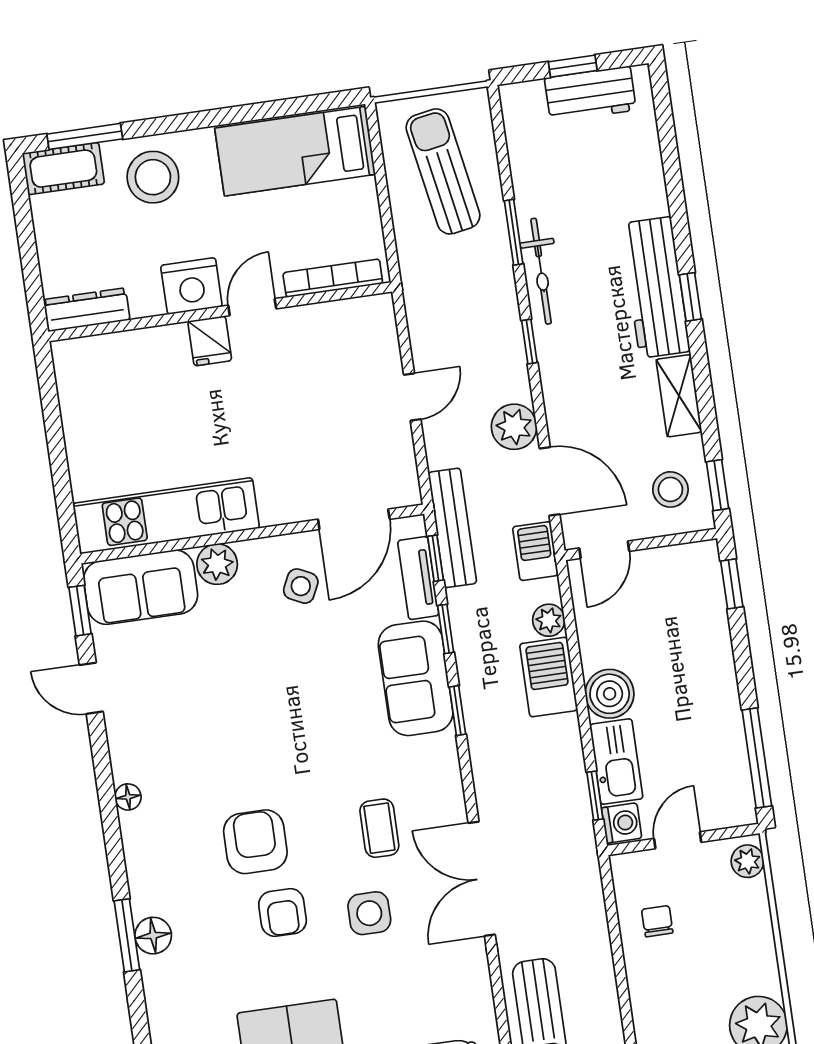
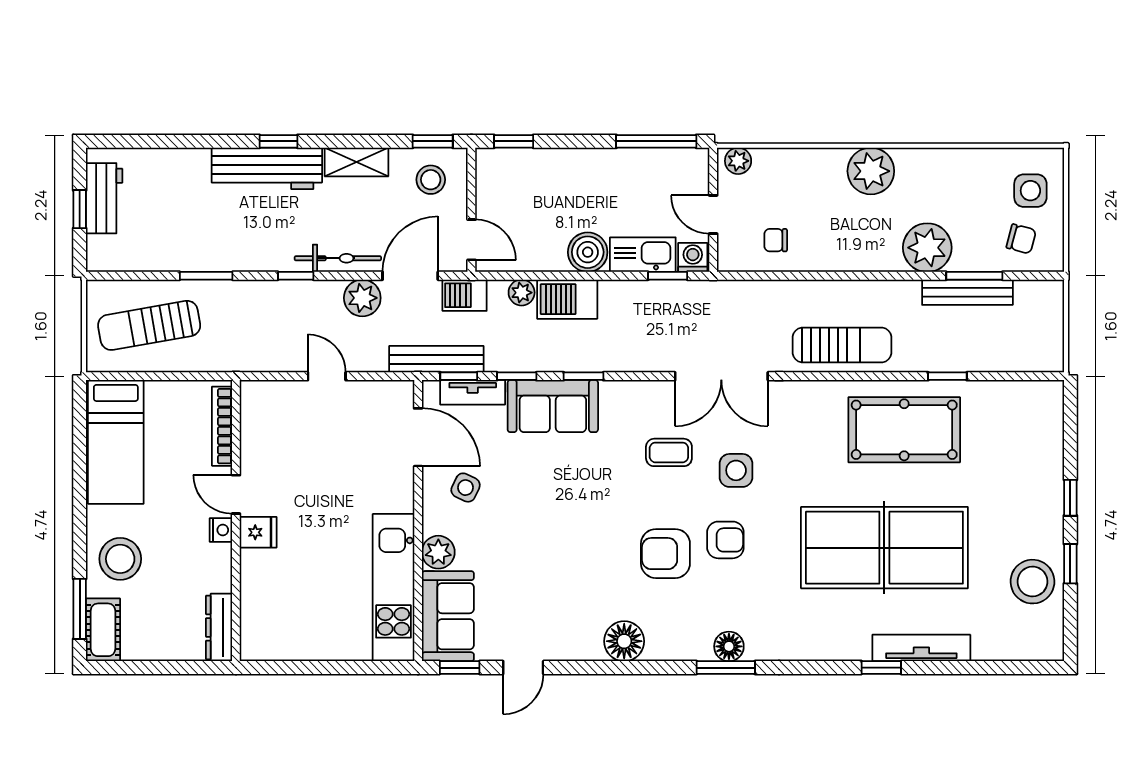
bicycle: (541, 271) -> (338, 258), moved
nightstand: (191, 286) -> (221, 530), width x0.53, depth x0.56
floor lamp: (128, 797) -> (624, 641), width x1.89, depth x1.89

